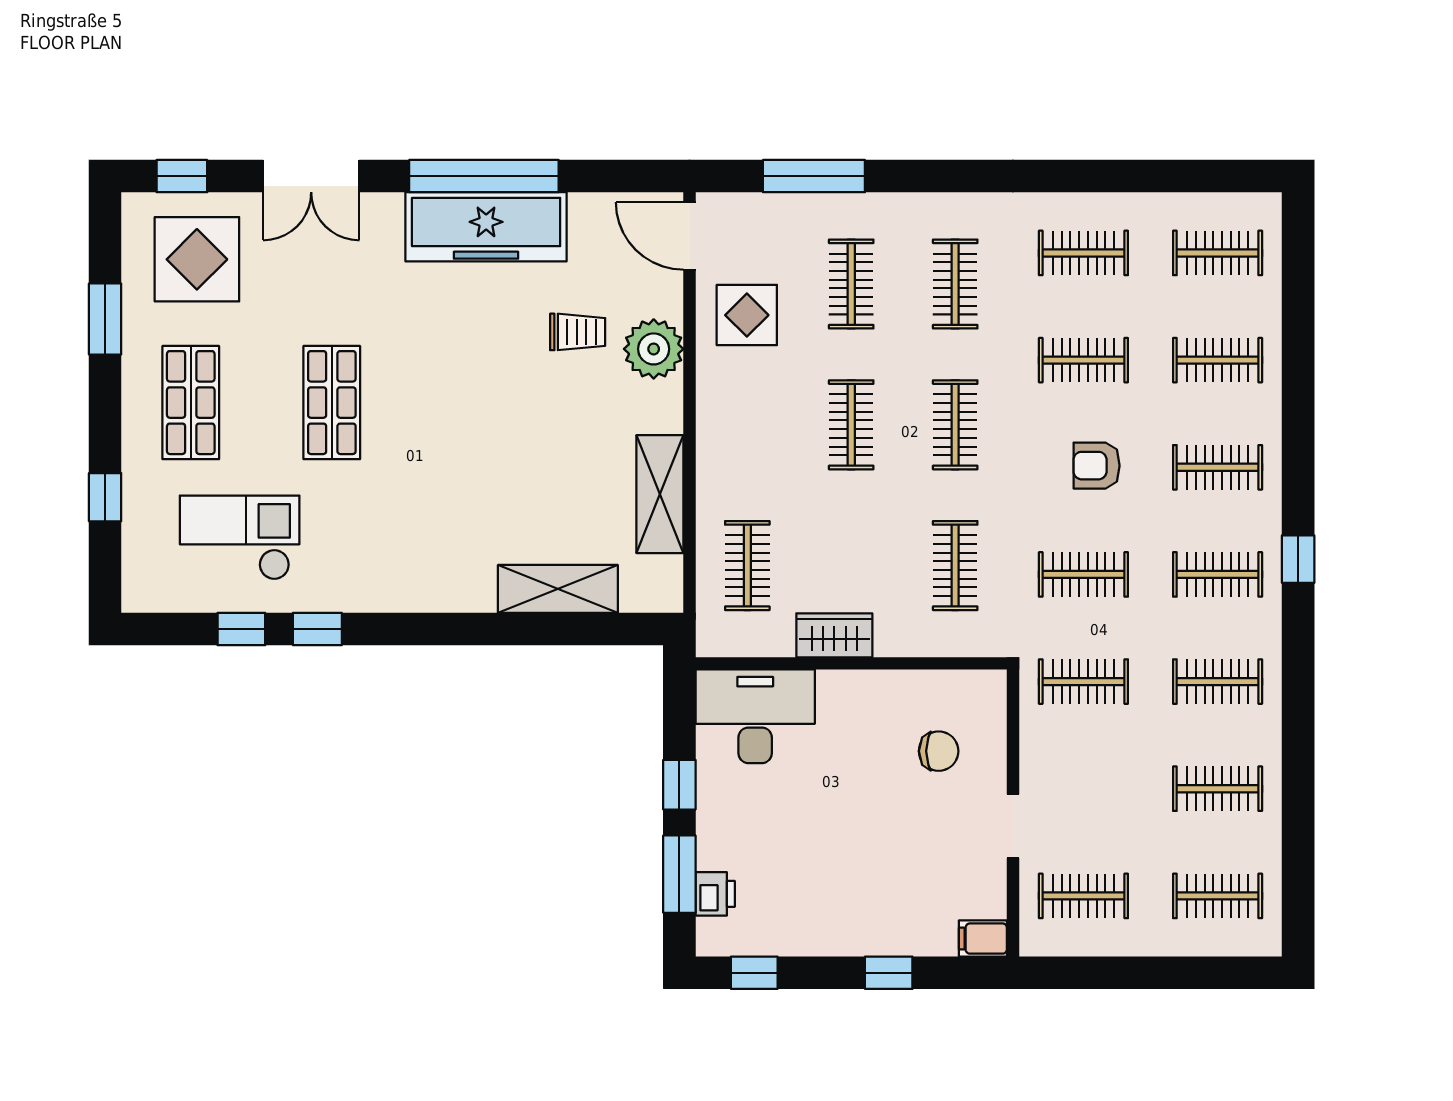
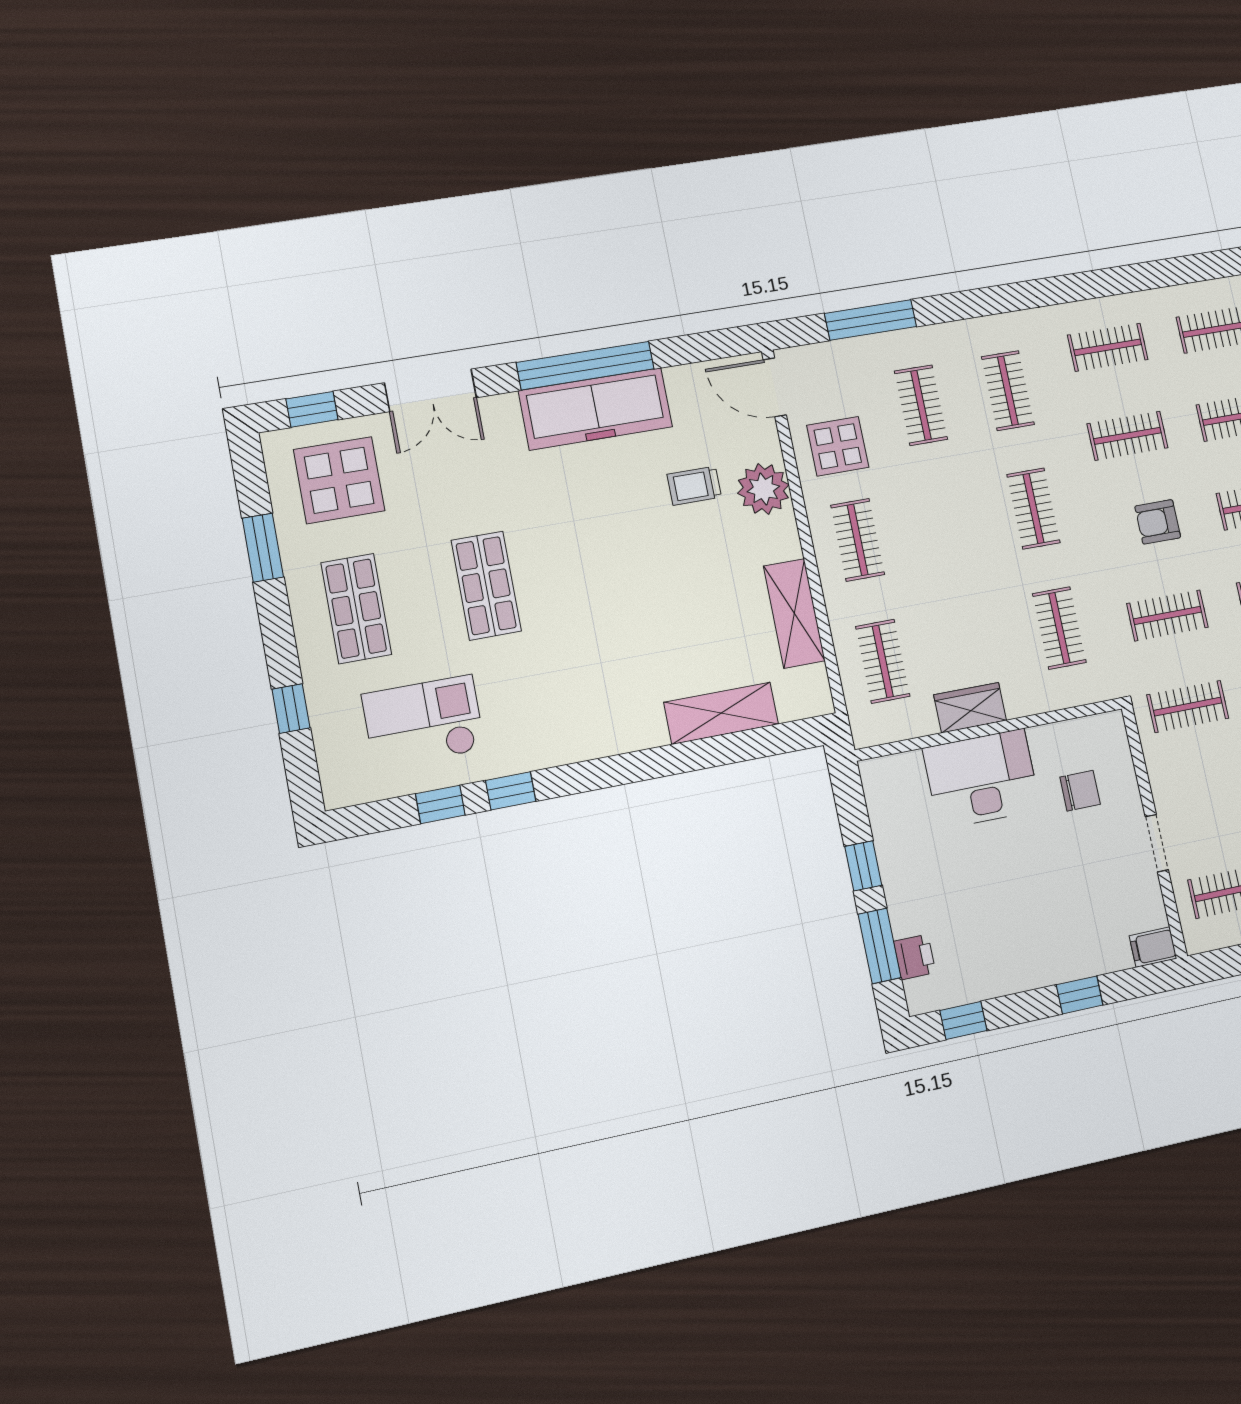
trolley: (578, 332) -> (694, 486), turned 180
clothes rail: (851, 425) -> (858, 540), moved
desk: (755, 716) -> (982, 779), moved

